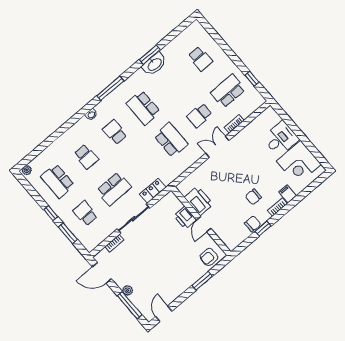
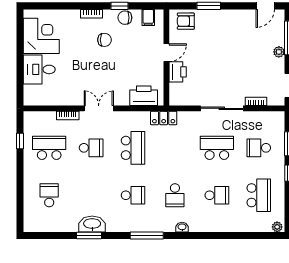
school desk: (228, 91) -> (49, 148), turned 180
school desk: (143, 108) -> (133, 195), width x0.54
school desk: (171, 140) -> (133, 148), turned 180
double door: (217, 147) -> (99, 108), swing flipped
school desk: (86, 157) -> (217, 195), turned 90
locker: (153, 191) -> (164, 118), moved
filing cabinet: (288, 194) -> (148, 18), moved
printer: (199, 201) -> (144, 96), moved, turned 90
school desk: (85, 213) -> (259, 148), turned 90
armchair: (209, 257) -> (186, 21), turned 180

